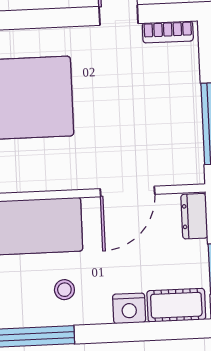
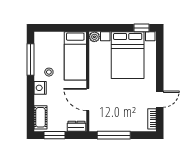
nightstand: (129, 308) -> (40, 88), moved

